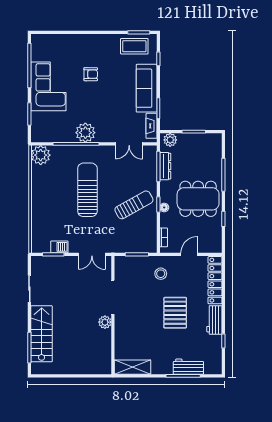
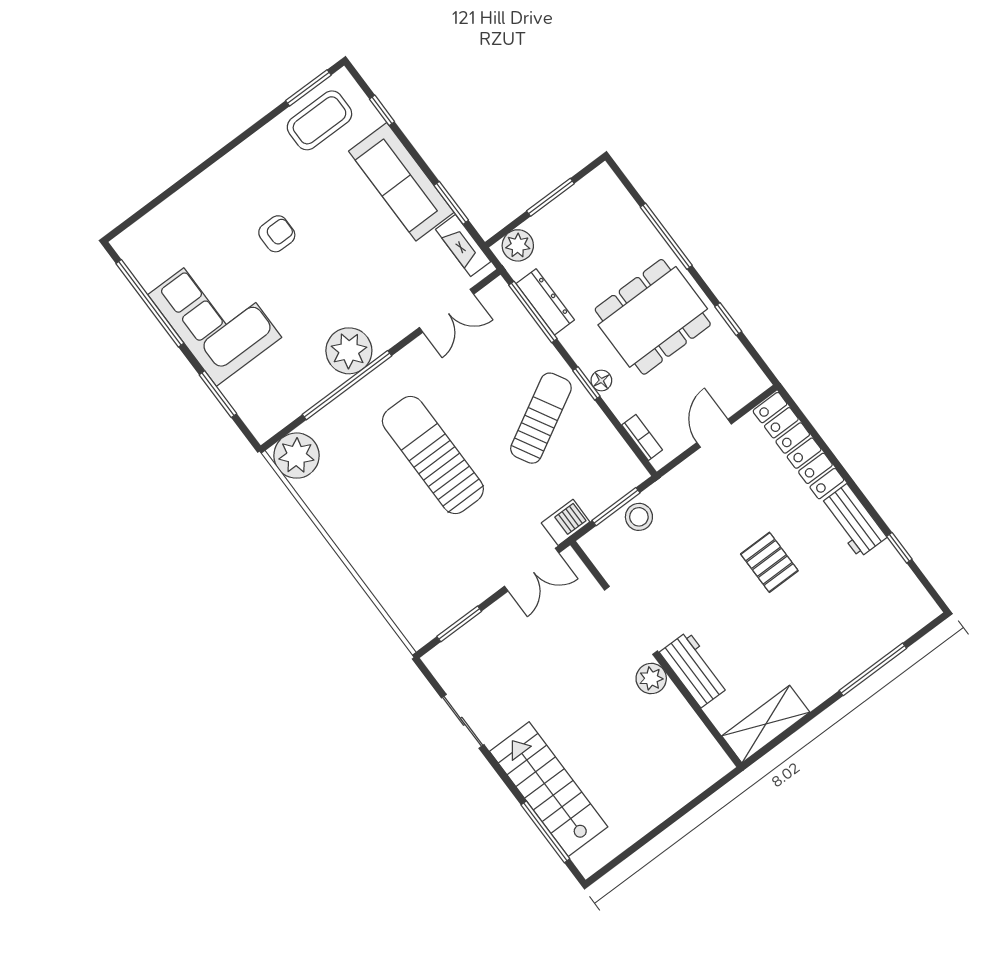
barbecue: (59, 247) -> (566, 522), moved
stool: (161, 274) -> (639, 517), moved
pallet: (175, 313) -> (769, 562), width x0.67, depth x0.71
workbench: (188, 367) -> (694, 669), moved, turned 90

